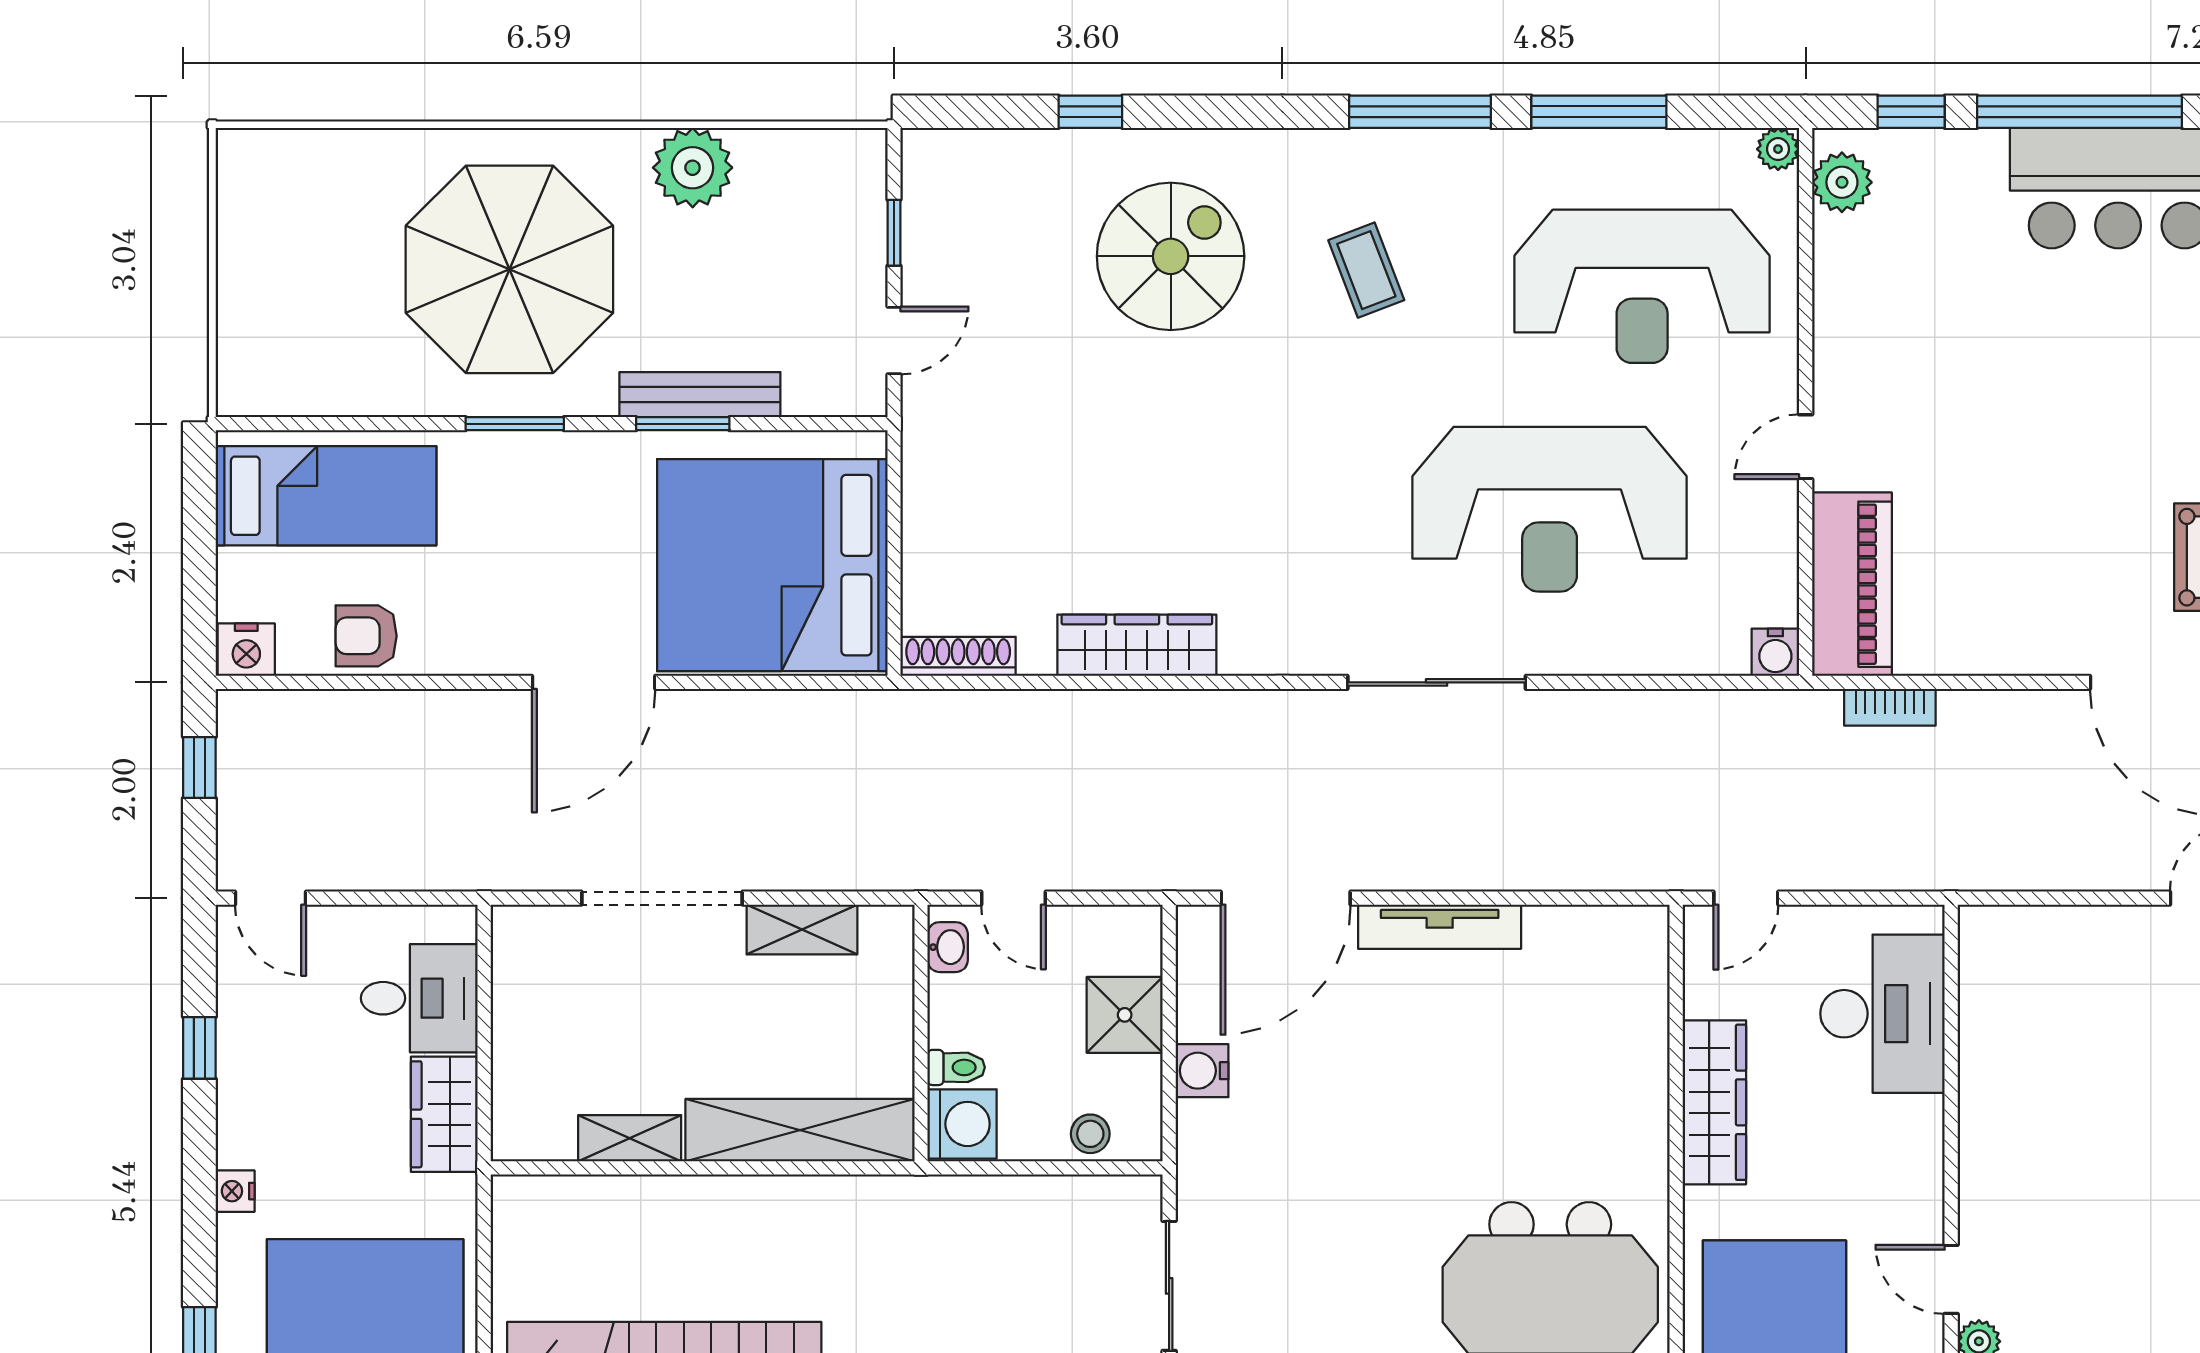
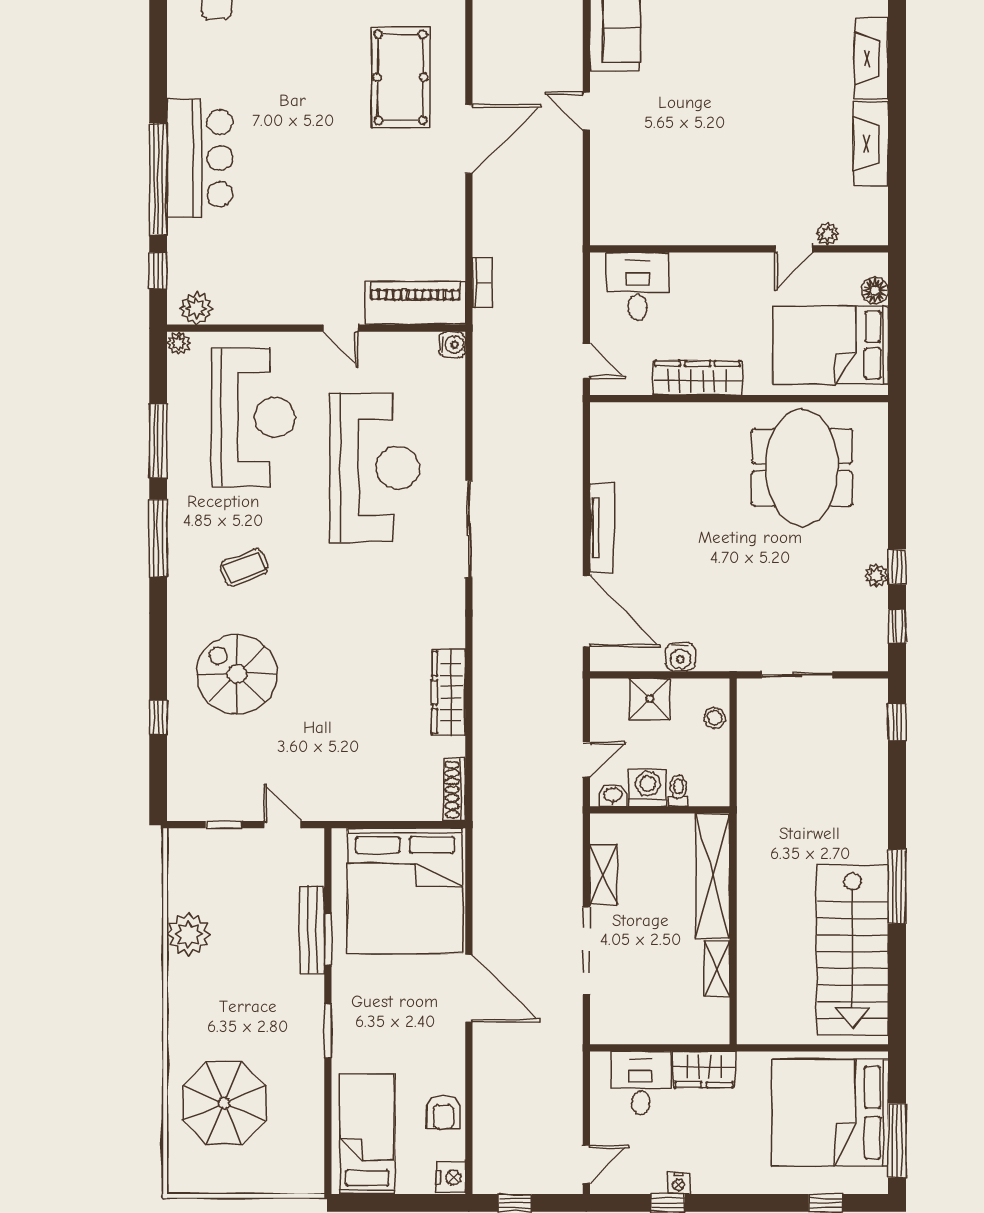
parasol: (509, 269) -> (224, 1103), moved, width x0.73, depth x0.73
desk: (1883, 1014) -> (638, 286), width x0.73
washing machine: (962, 1124) -> (648, 788), moved
nightstand: (235, 1191) -> (678, 1183), moved

